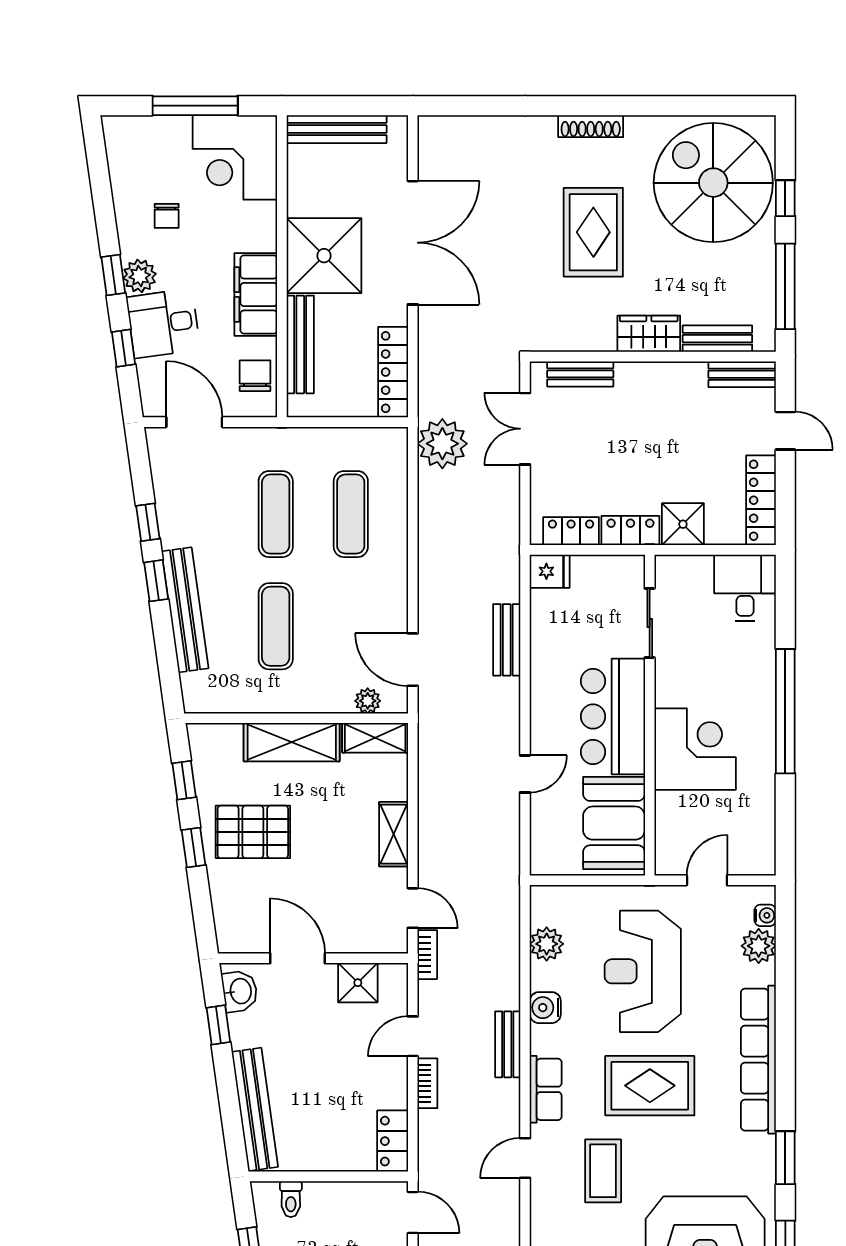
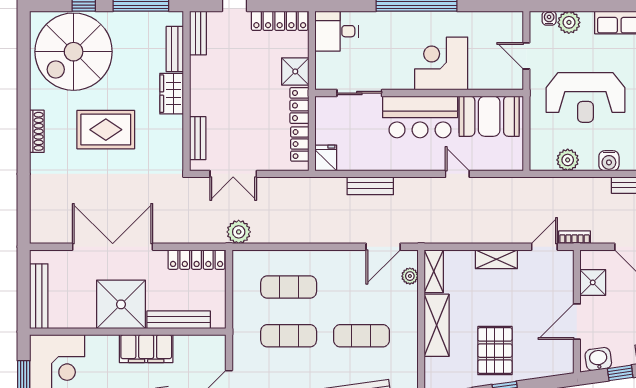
chair: (255, 376) -> (199, 349), removed
plant: (442, 444) -> (239, 232), width x0.73, depth x0.73

